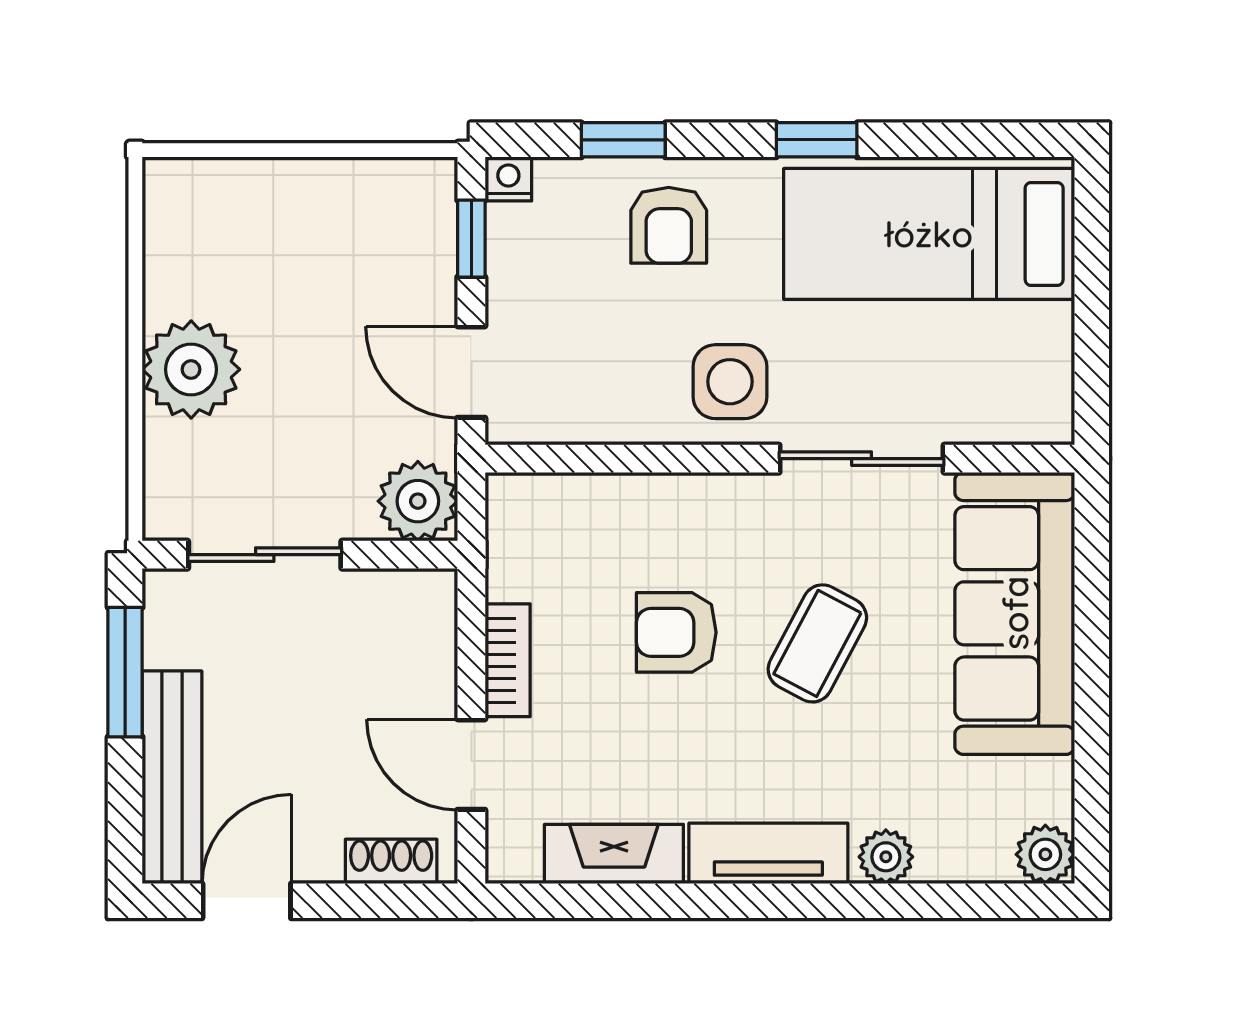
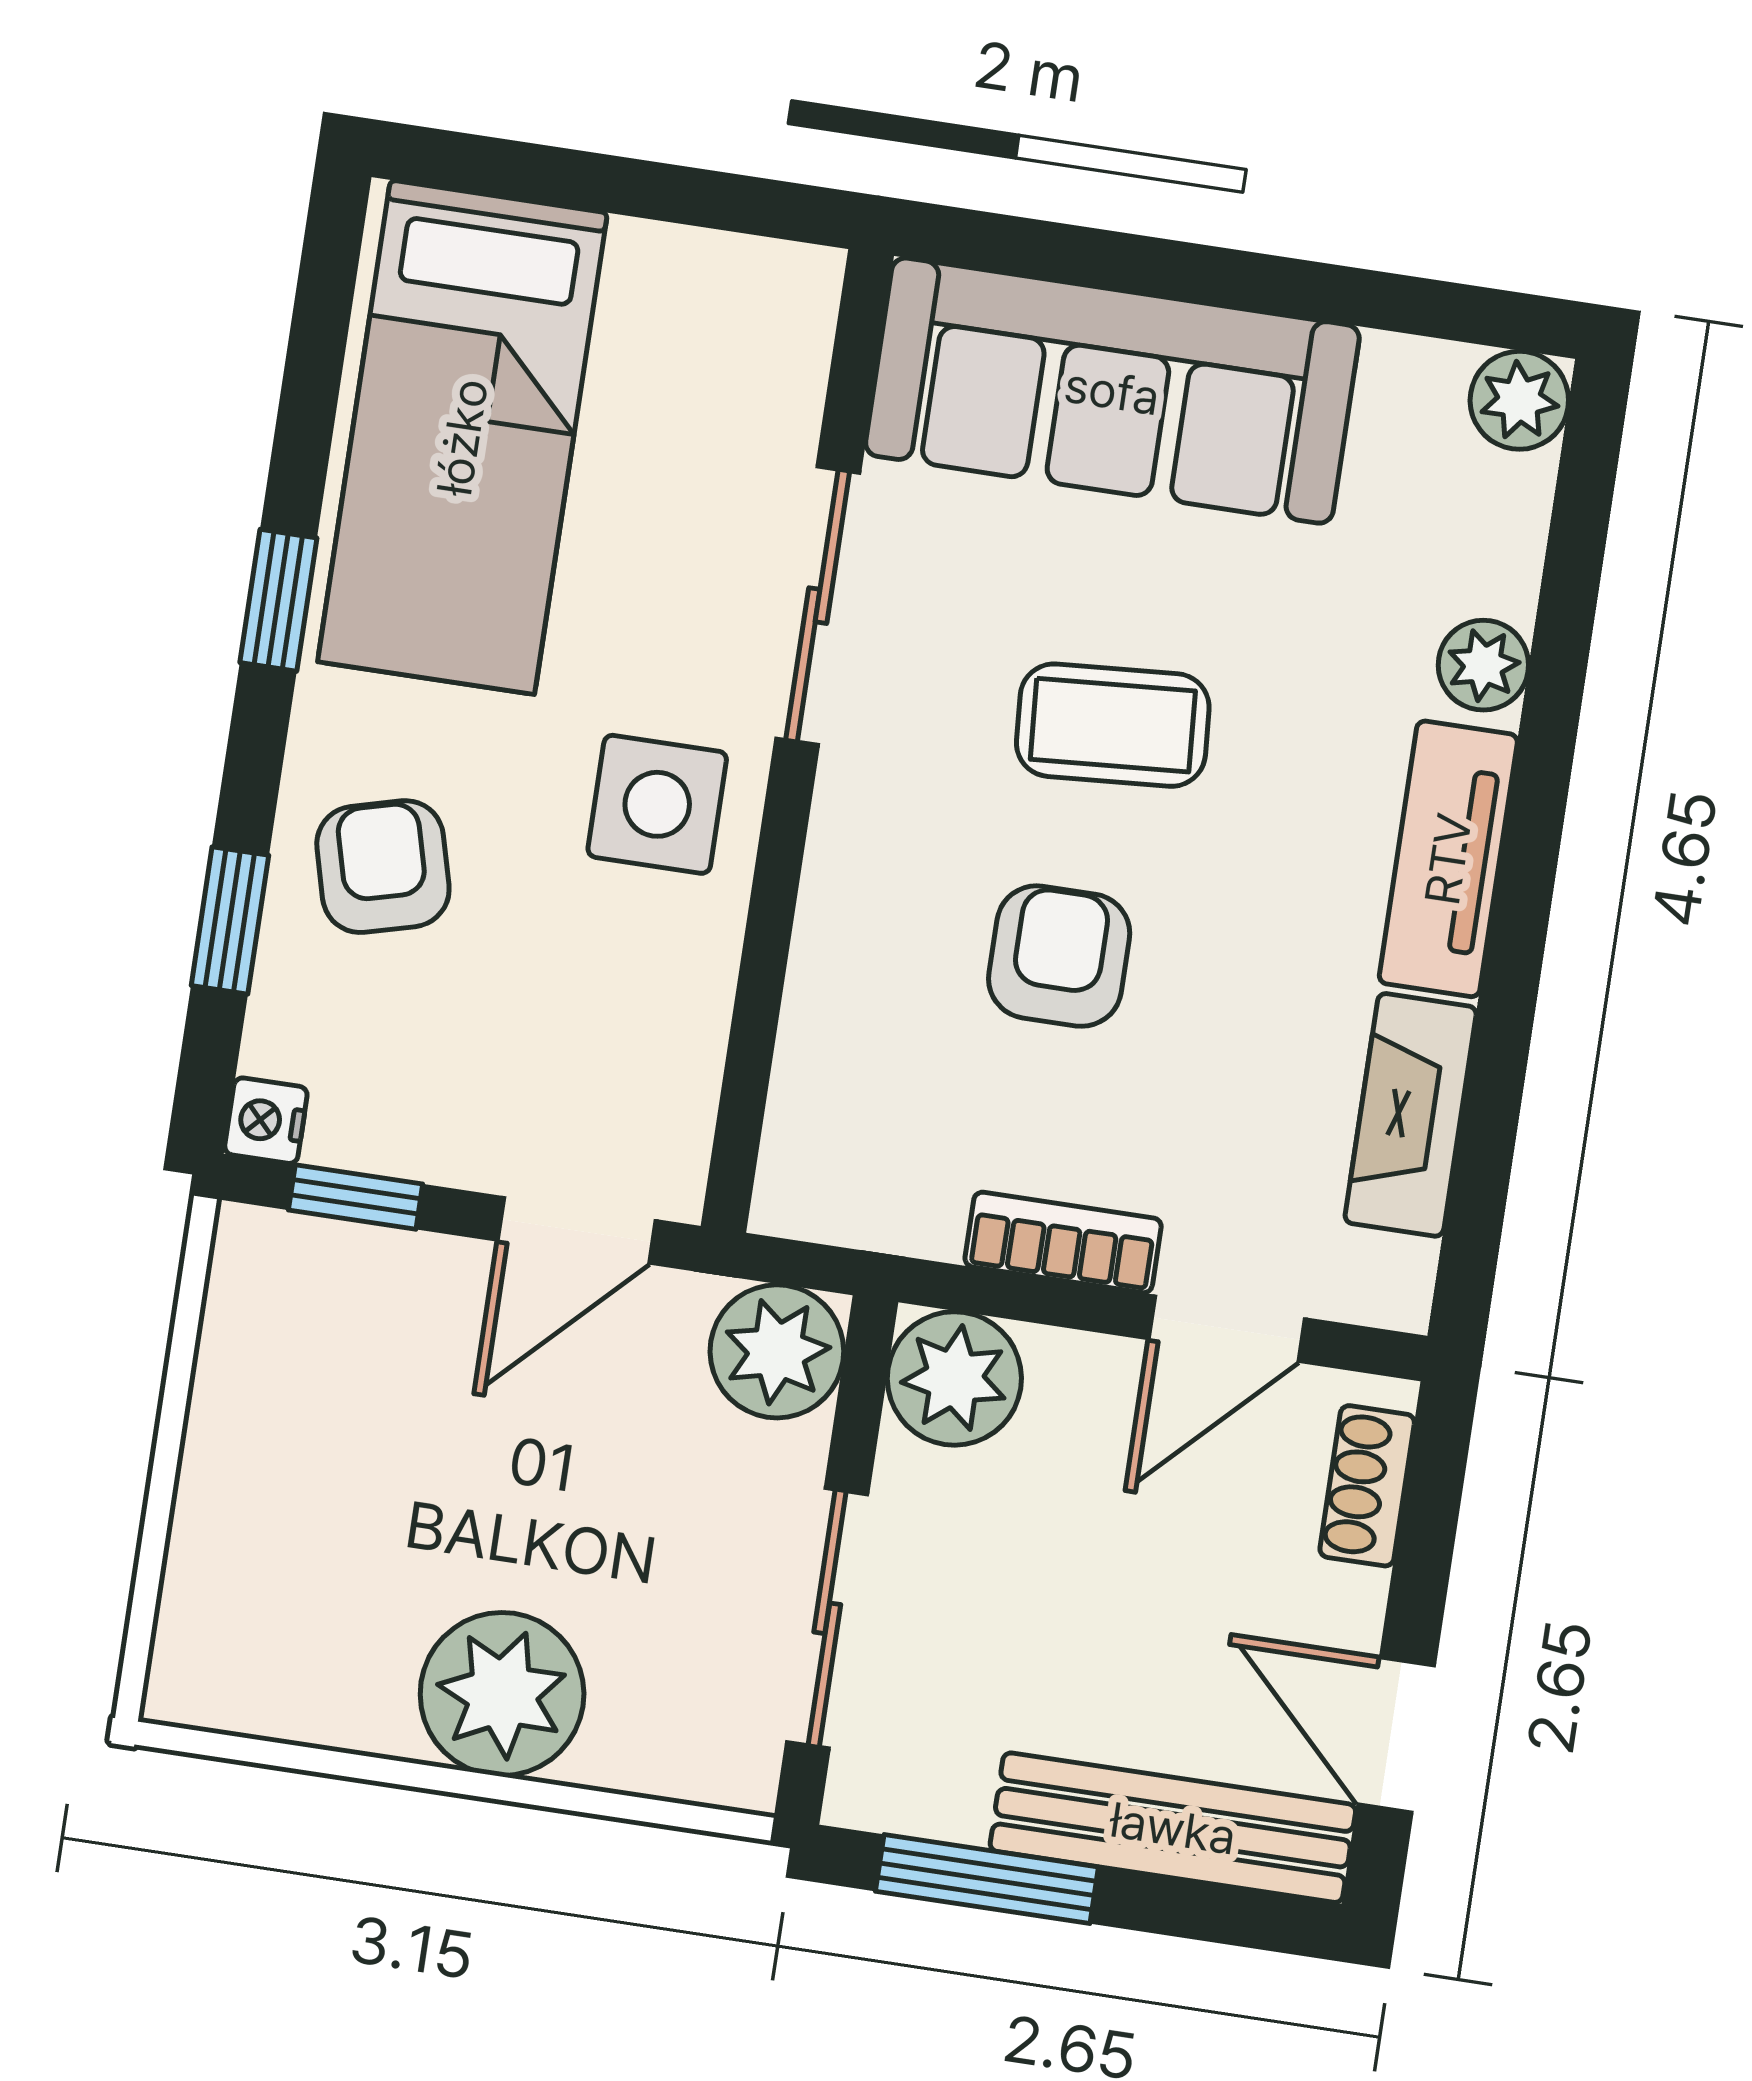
armchair: (669, 225) -> (383, 867), turned -105
plant: (418, 608) -> (954, 1378), added
armchair: (676, 632) -> (1059, 956), turned 180
coffee table: (817, 643) -> (1113, 725), turned -32

